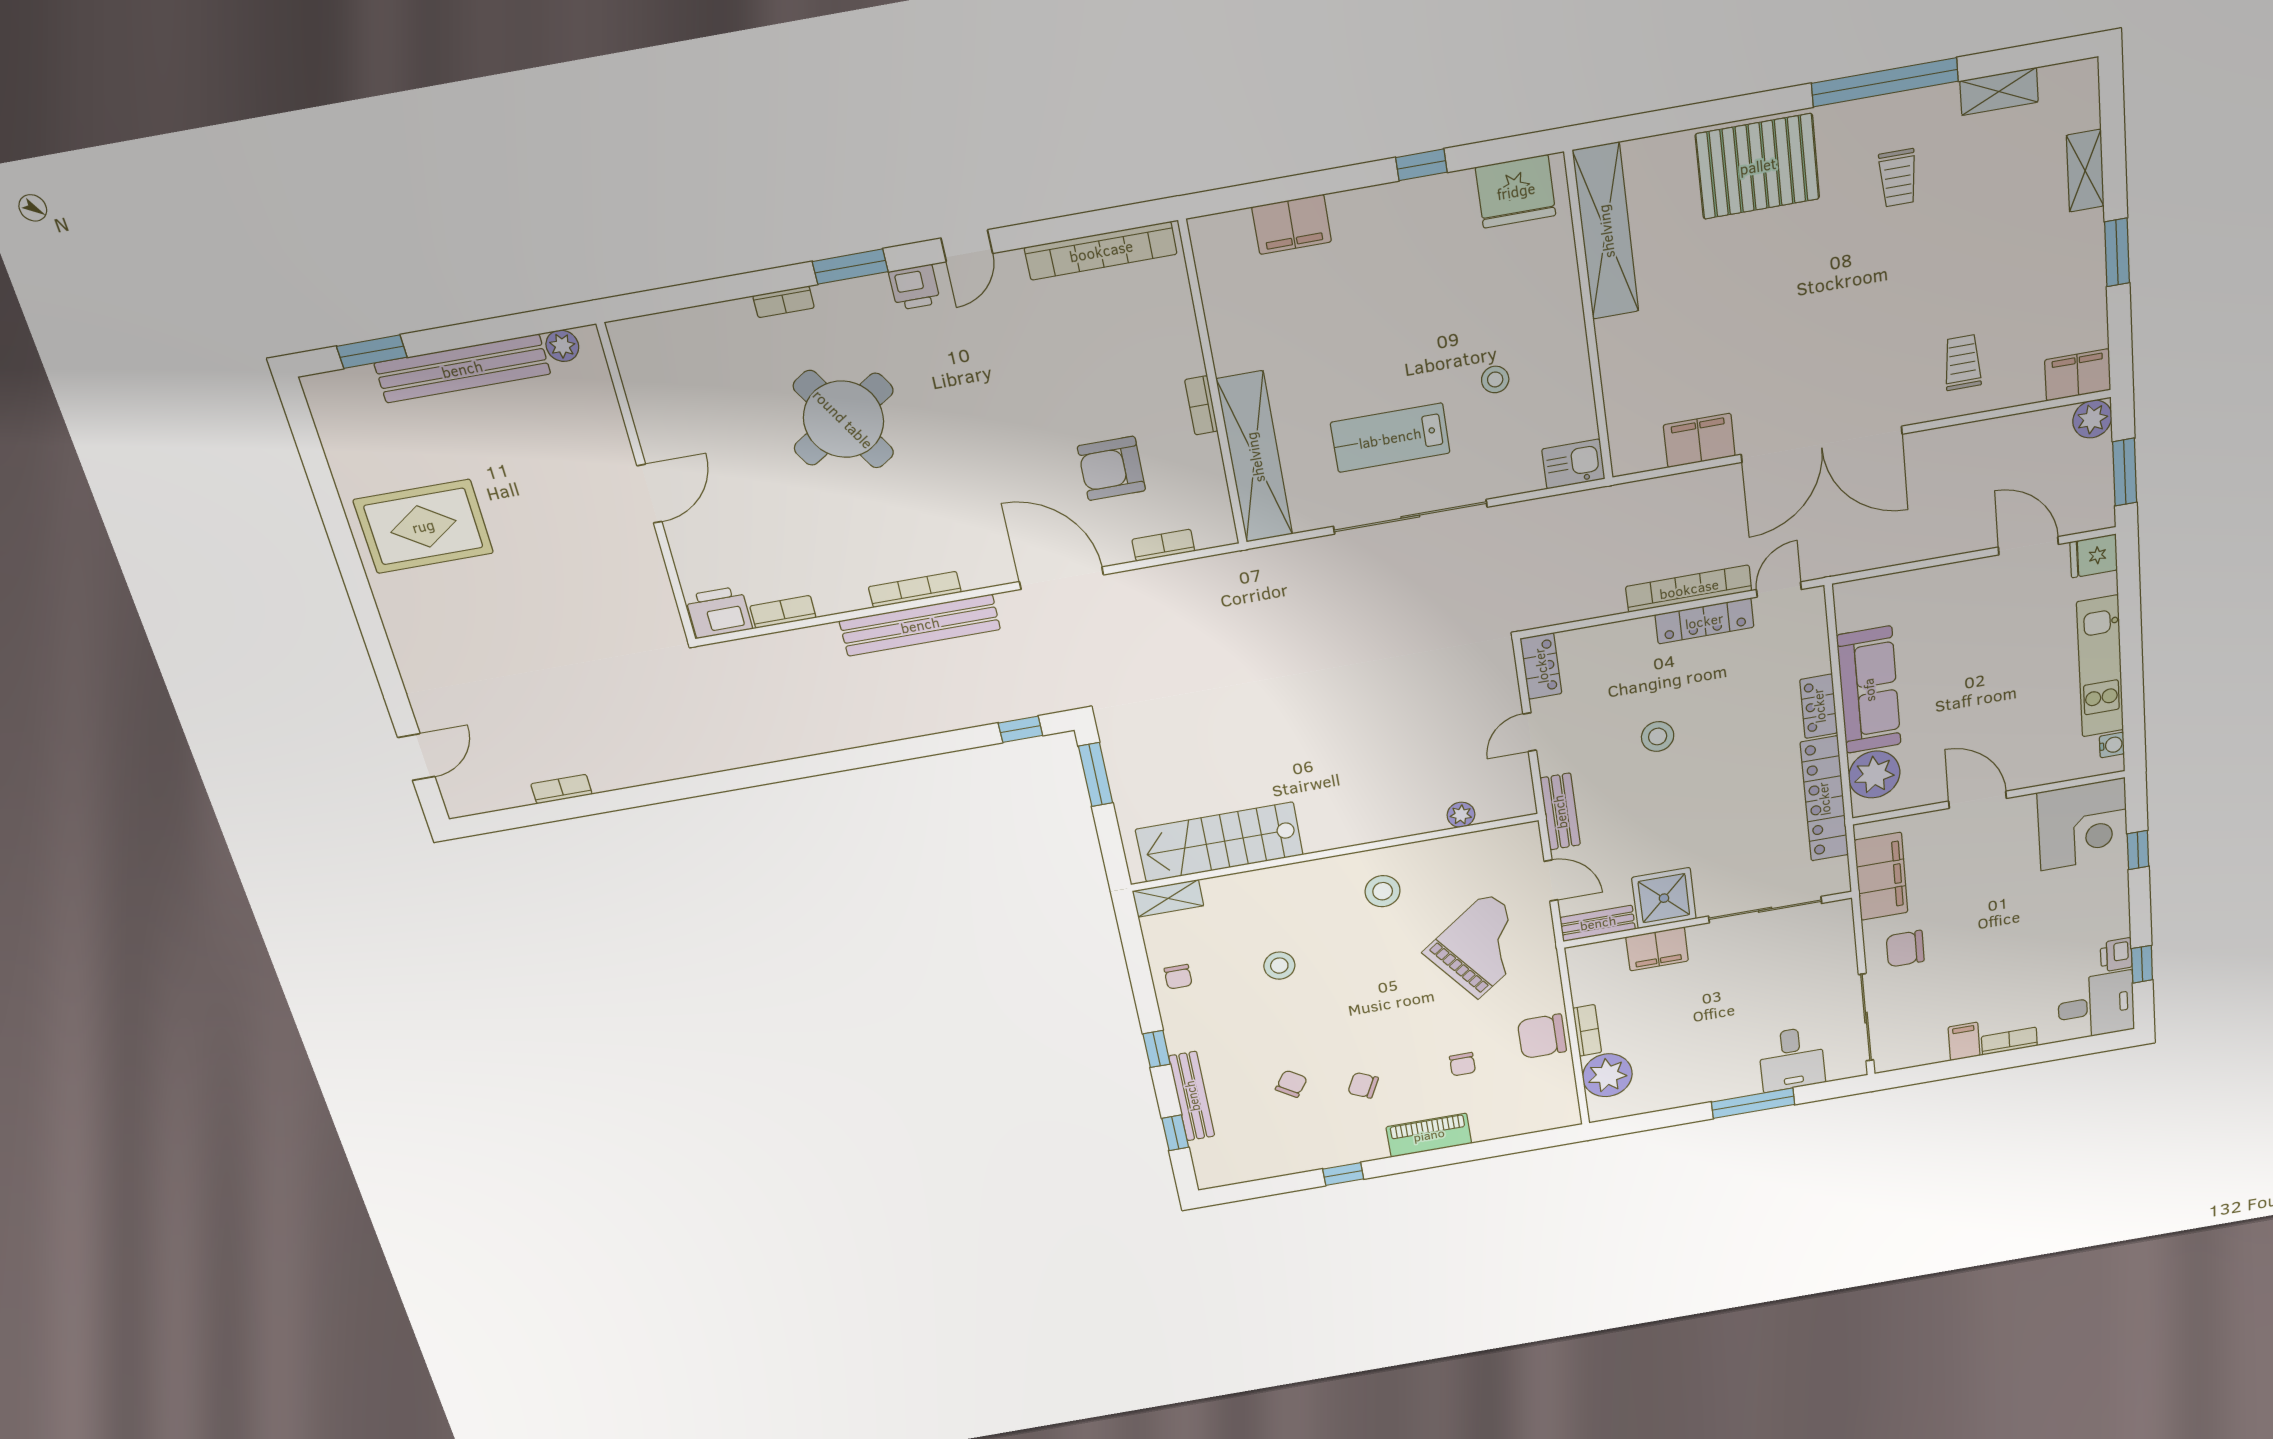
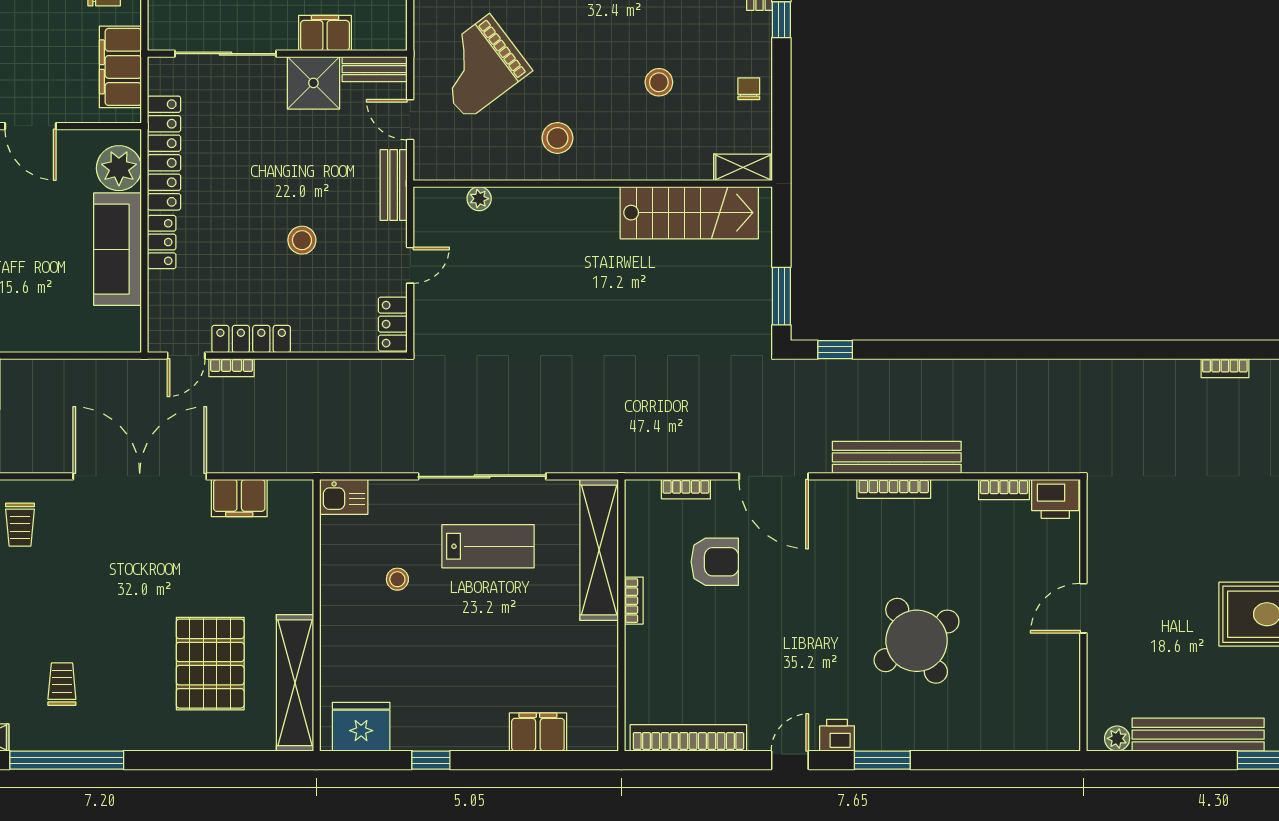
pallet: (1758, 166) -> (210, 664), moved, turned 90
bookcase: (784, 302) -> (940, 742), removed
bookcase: (1689, 589) -> (232, 368), width x0.43, depth x0.76

